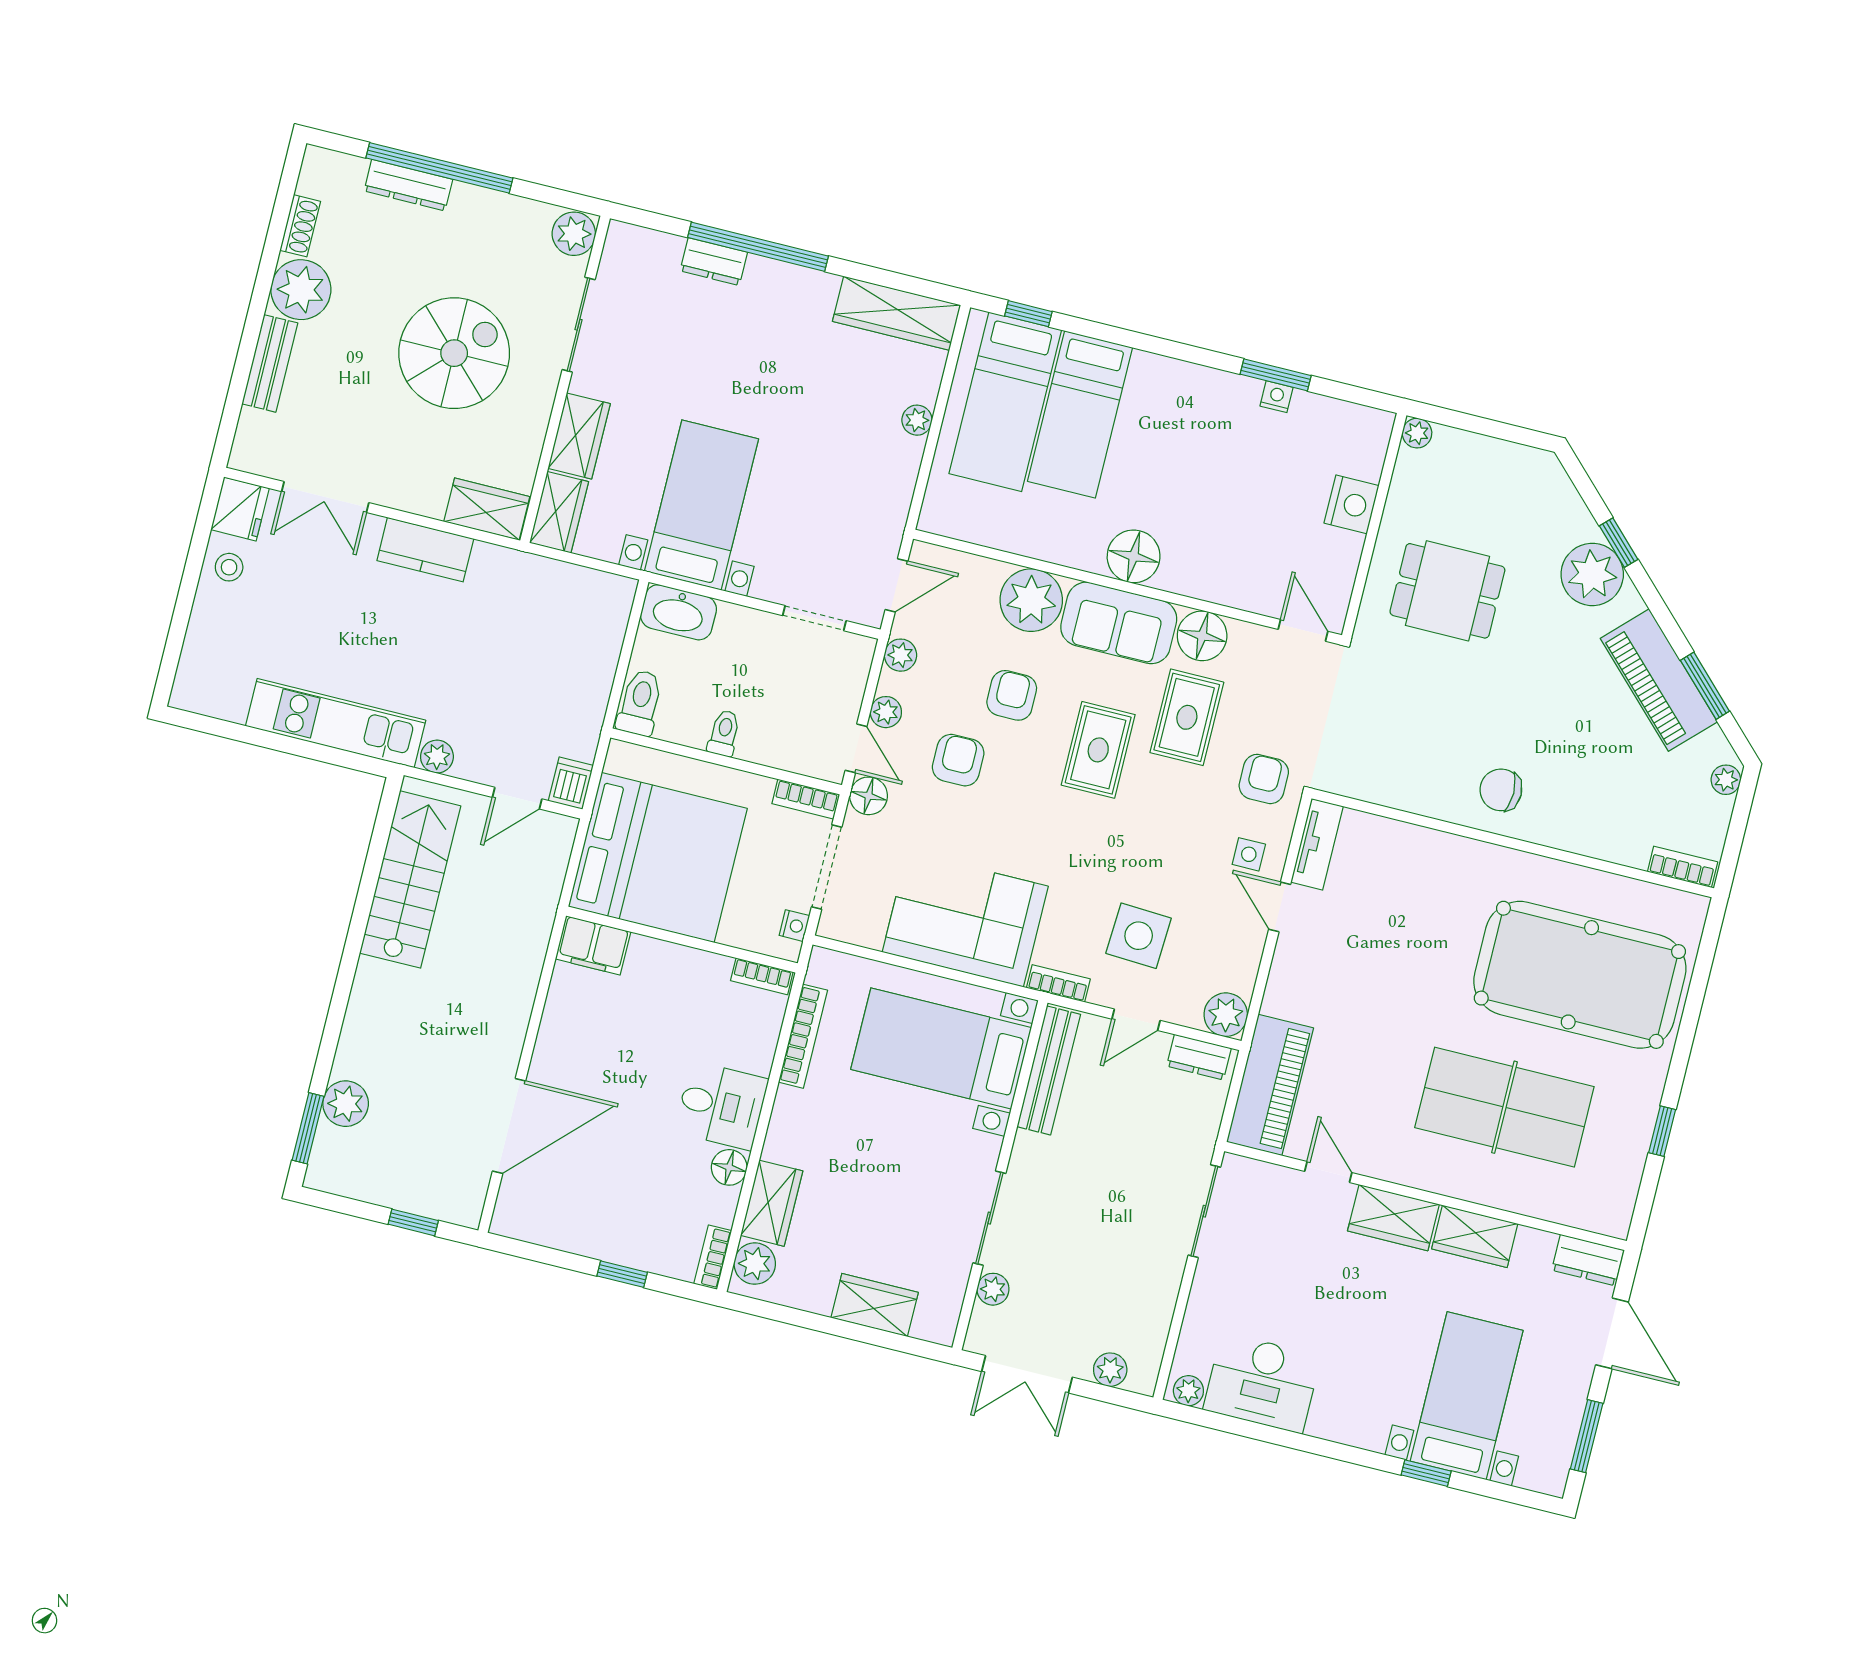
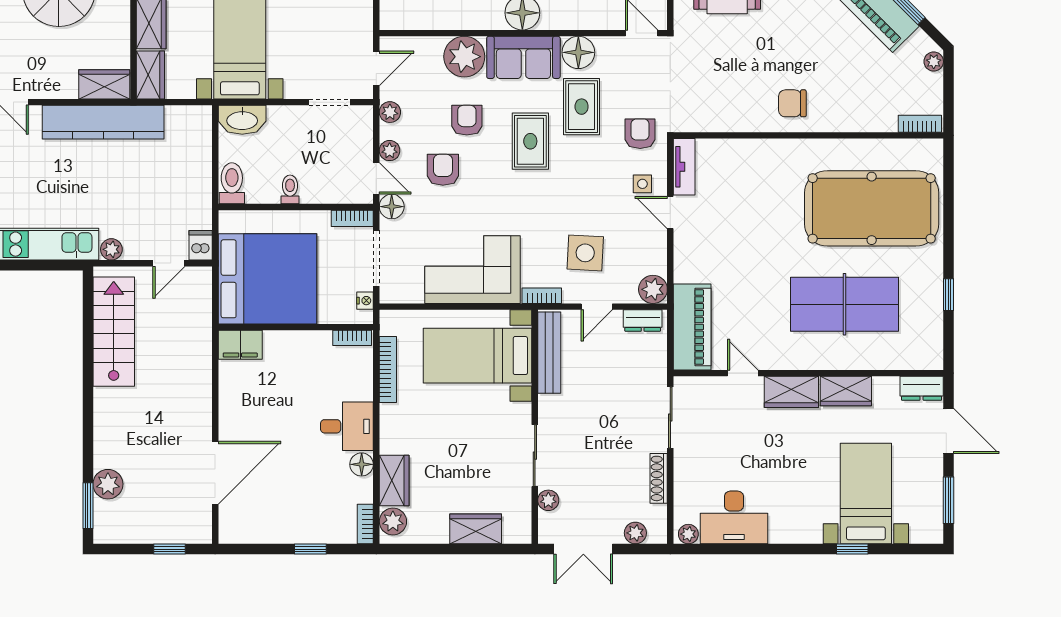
kitchen counter: (425, 550) -> (103, 122), width x2.08, depth x1.17
shoe rack: (1165, 1297) -> (659, 478), added

